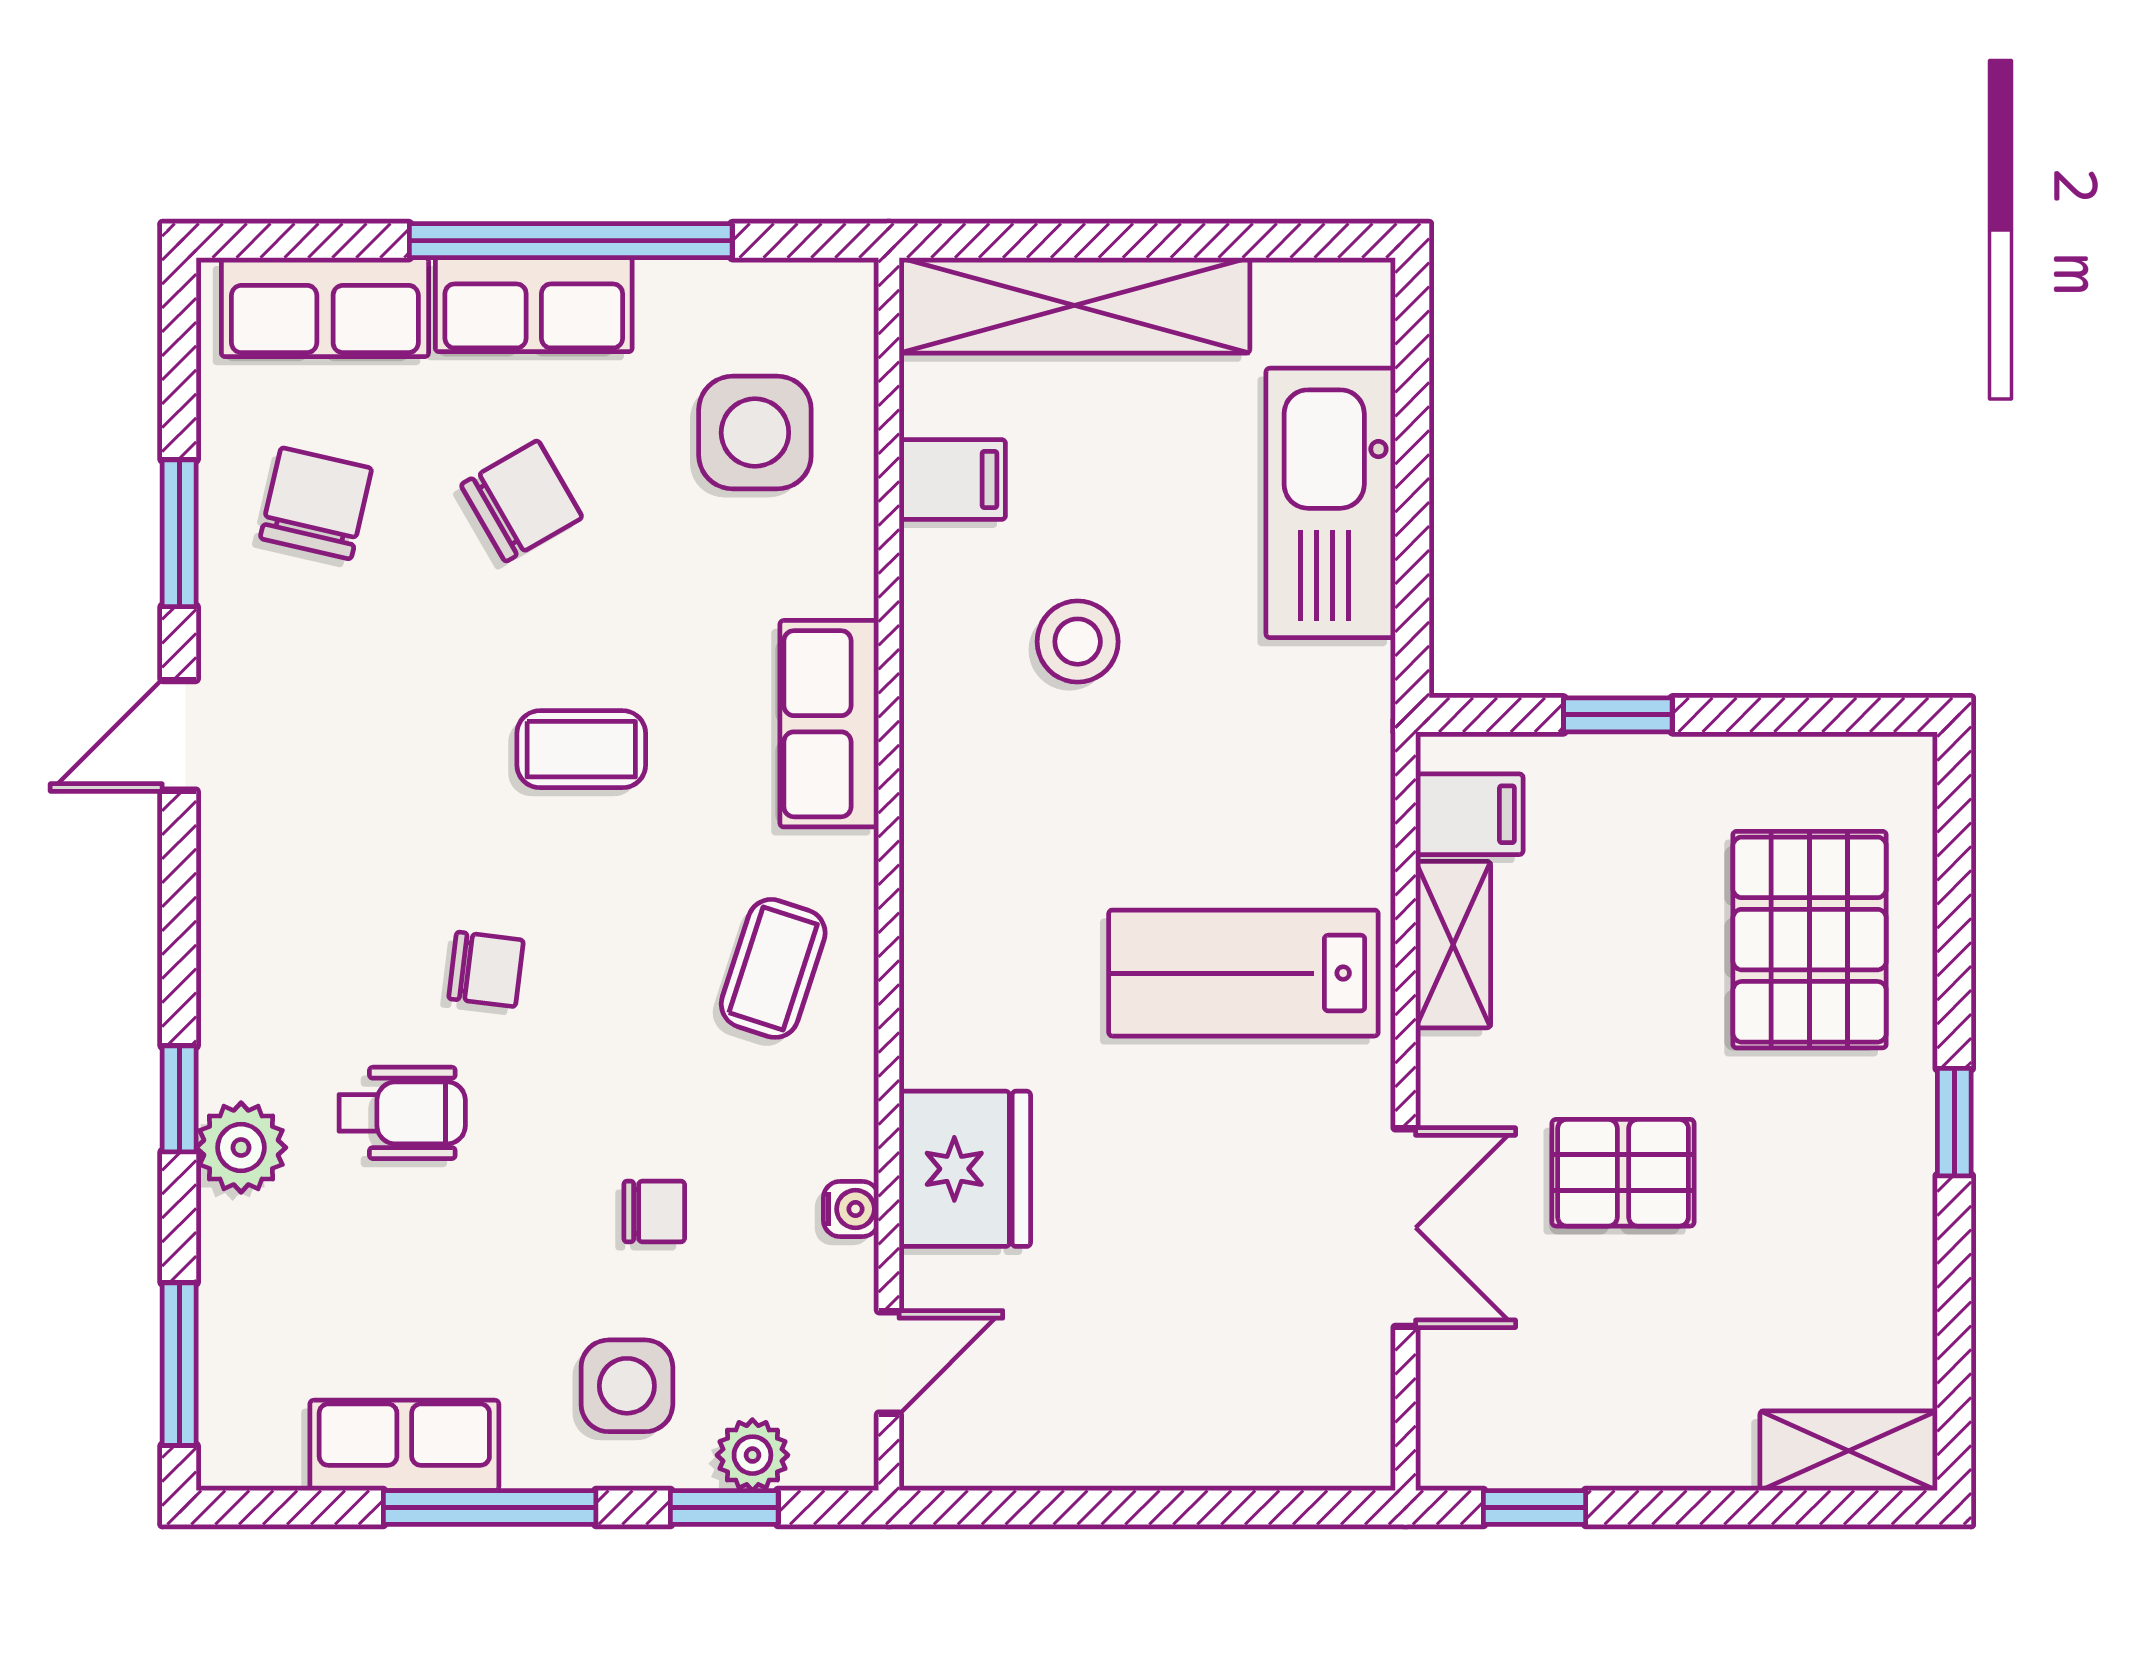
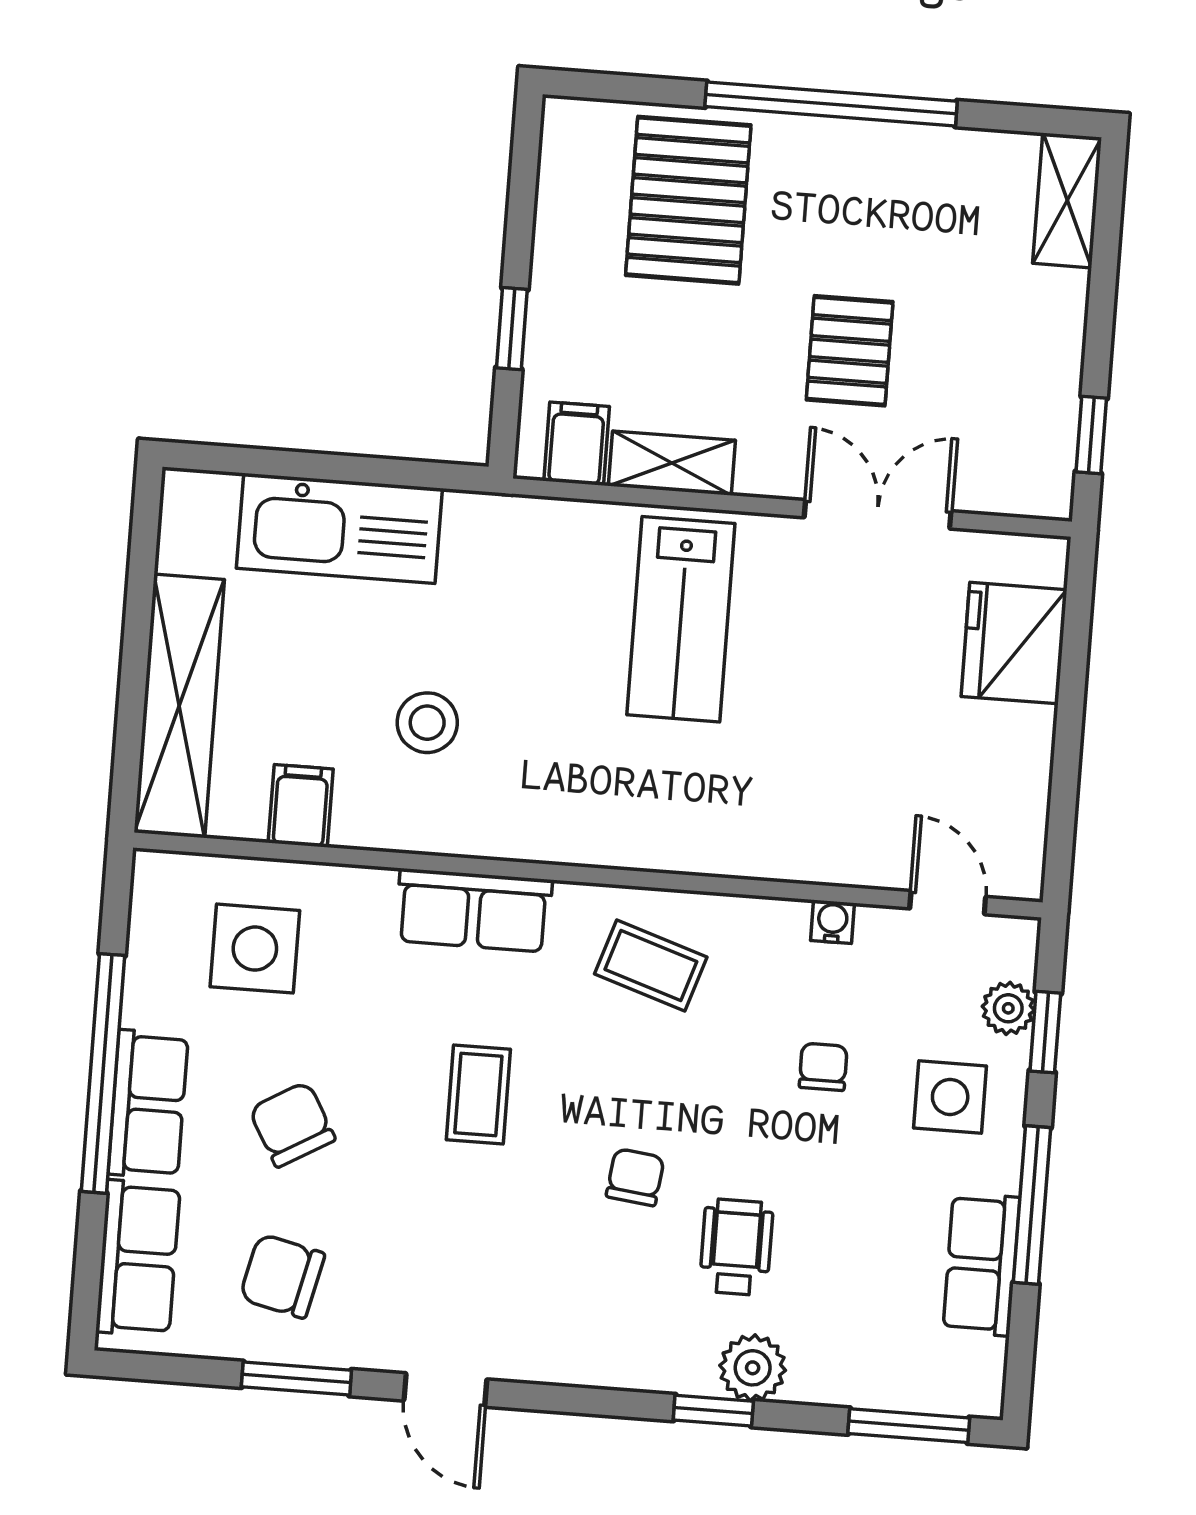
pallet: (1810, 940) -> (688, 200), turned 90
window: (1954, 1122) -> (831, 104), width x3.17
fridge: (965, 1169) -> (1014, 643), moved, turned -90

